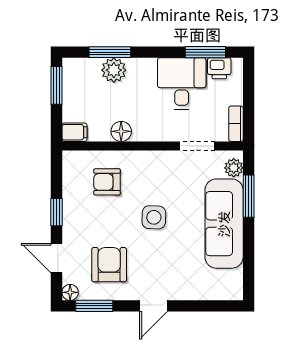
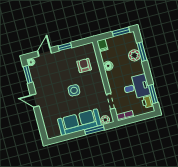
armchair: (109, 265) -> (48, 76), removed

